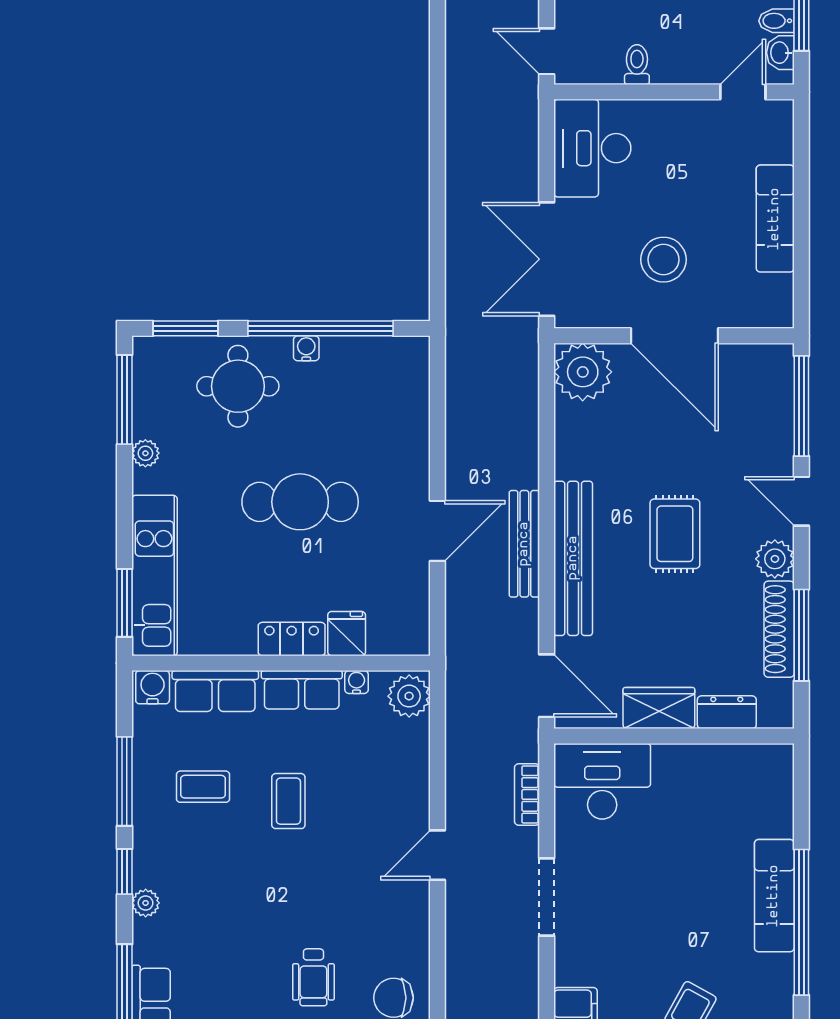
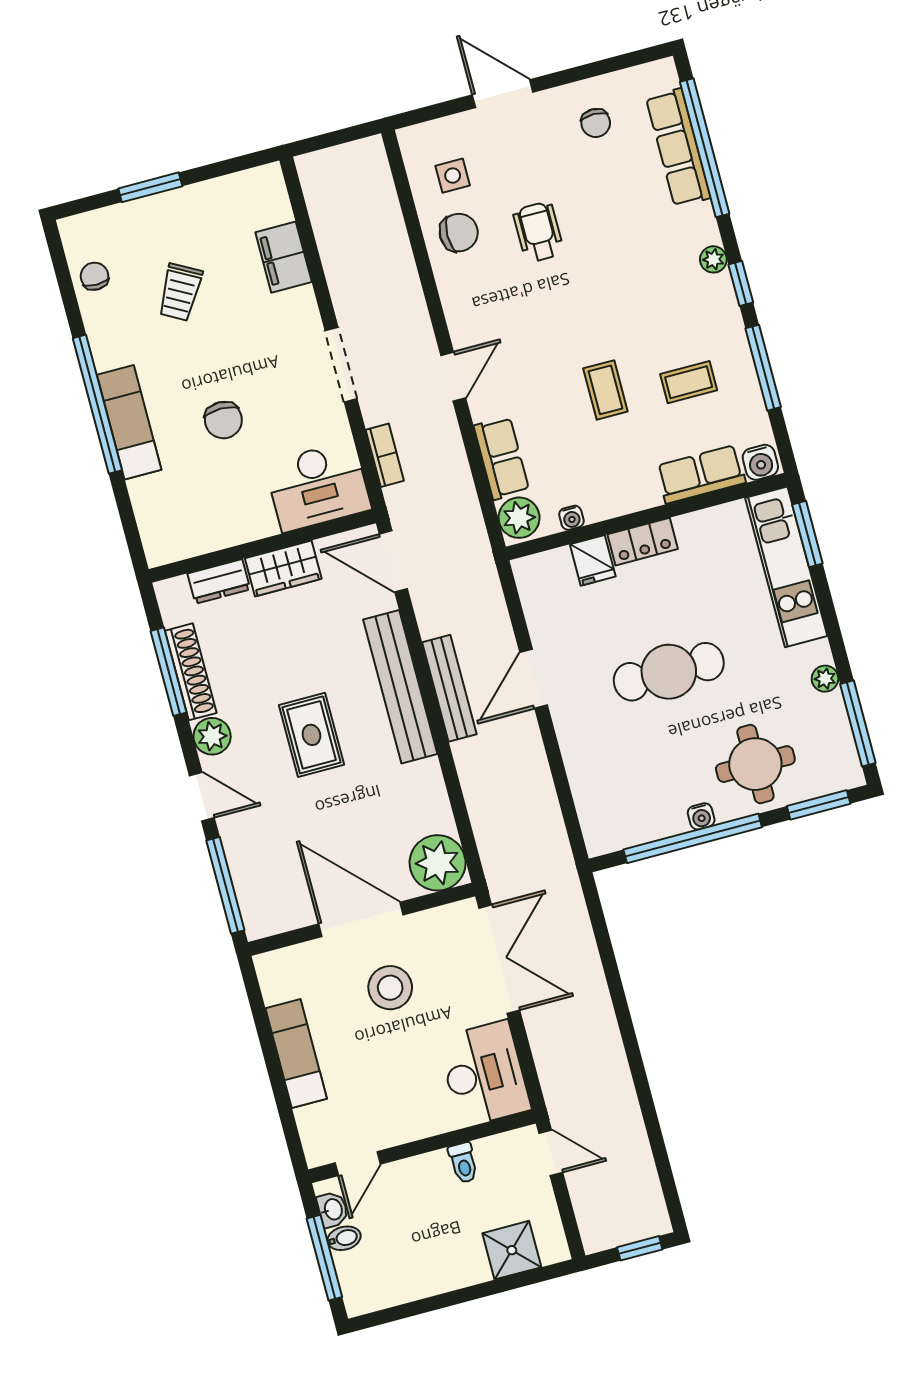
row of seats: (302, 690) -> (501, 458), moved, turned 90
chair: (679, 873) -> (223, 420), added

